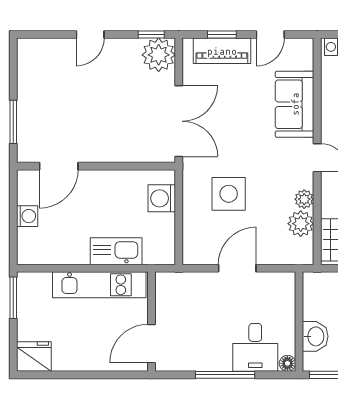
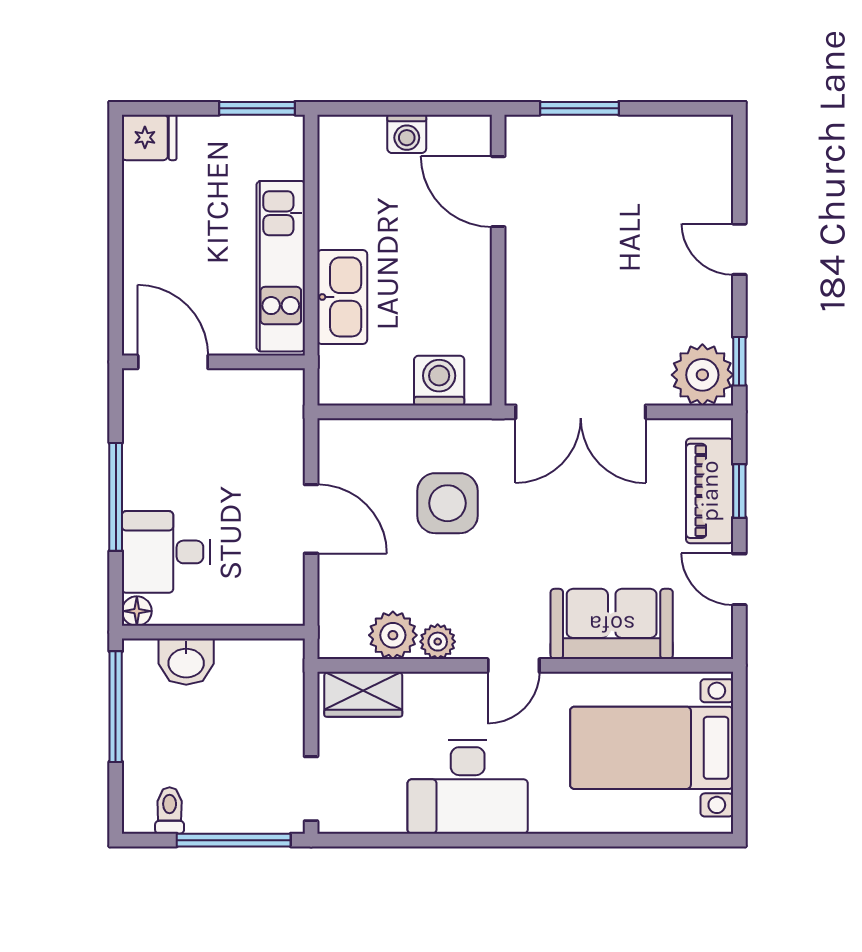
fridge: (34, 357) -> (149, 137), width x0.72

